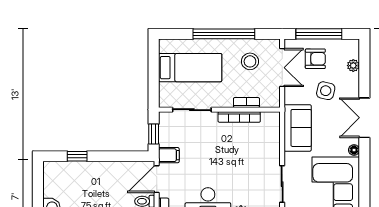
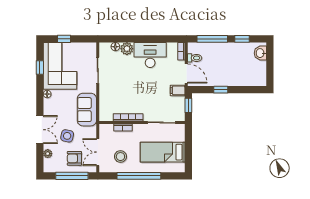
double door: (364, 118) -> (40, 130), moved
window: (77, 156) -> (221, 90), moved
door: (157, 179) -> (186, 74), hinge flipped
window: (364, 188) -> (40, 67), added

